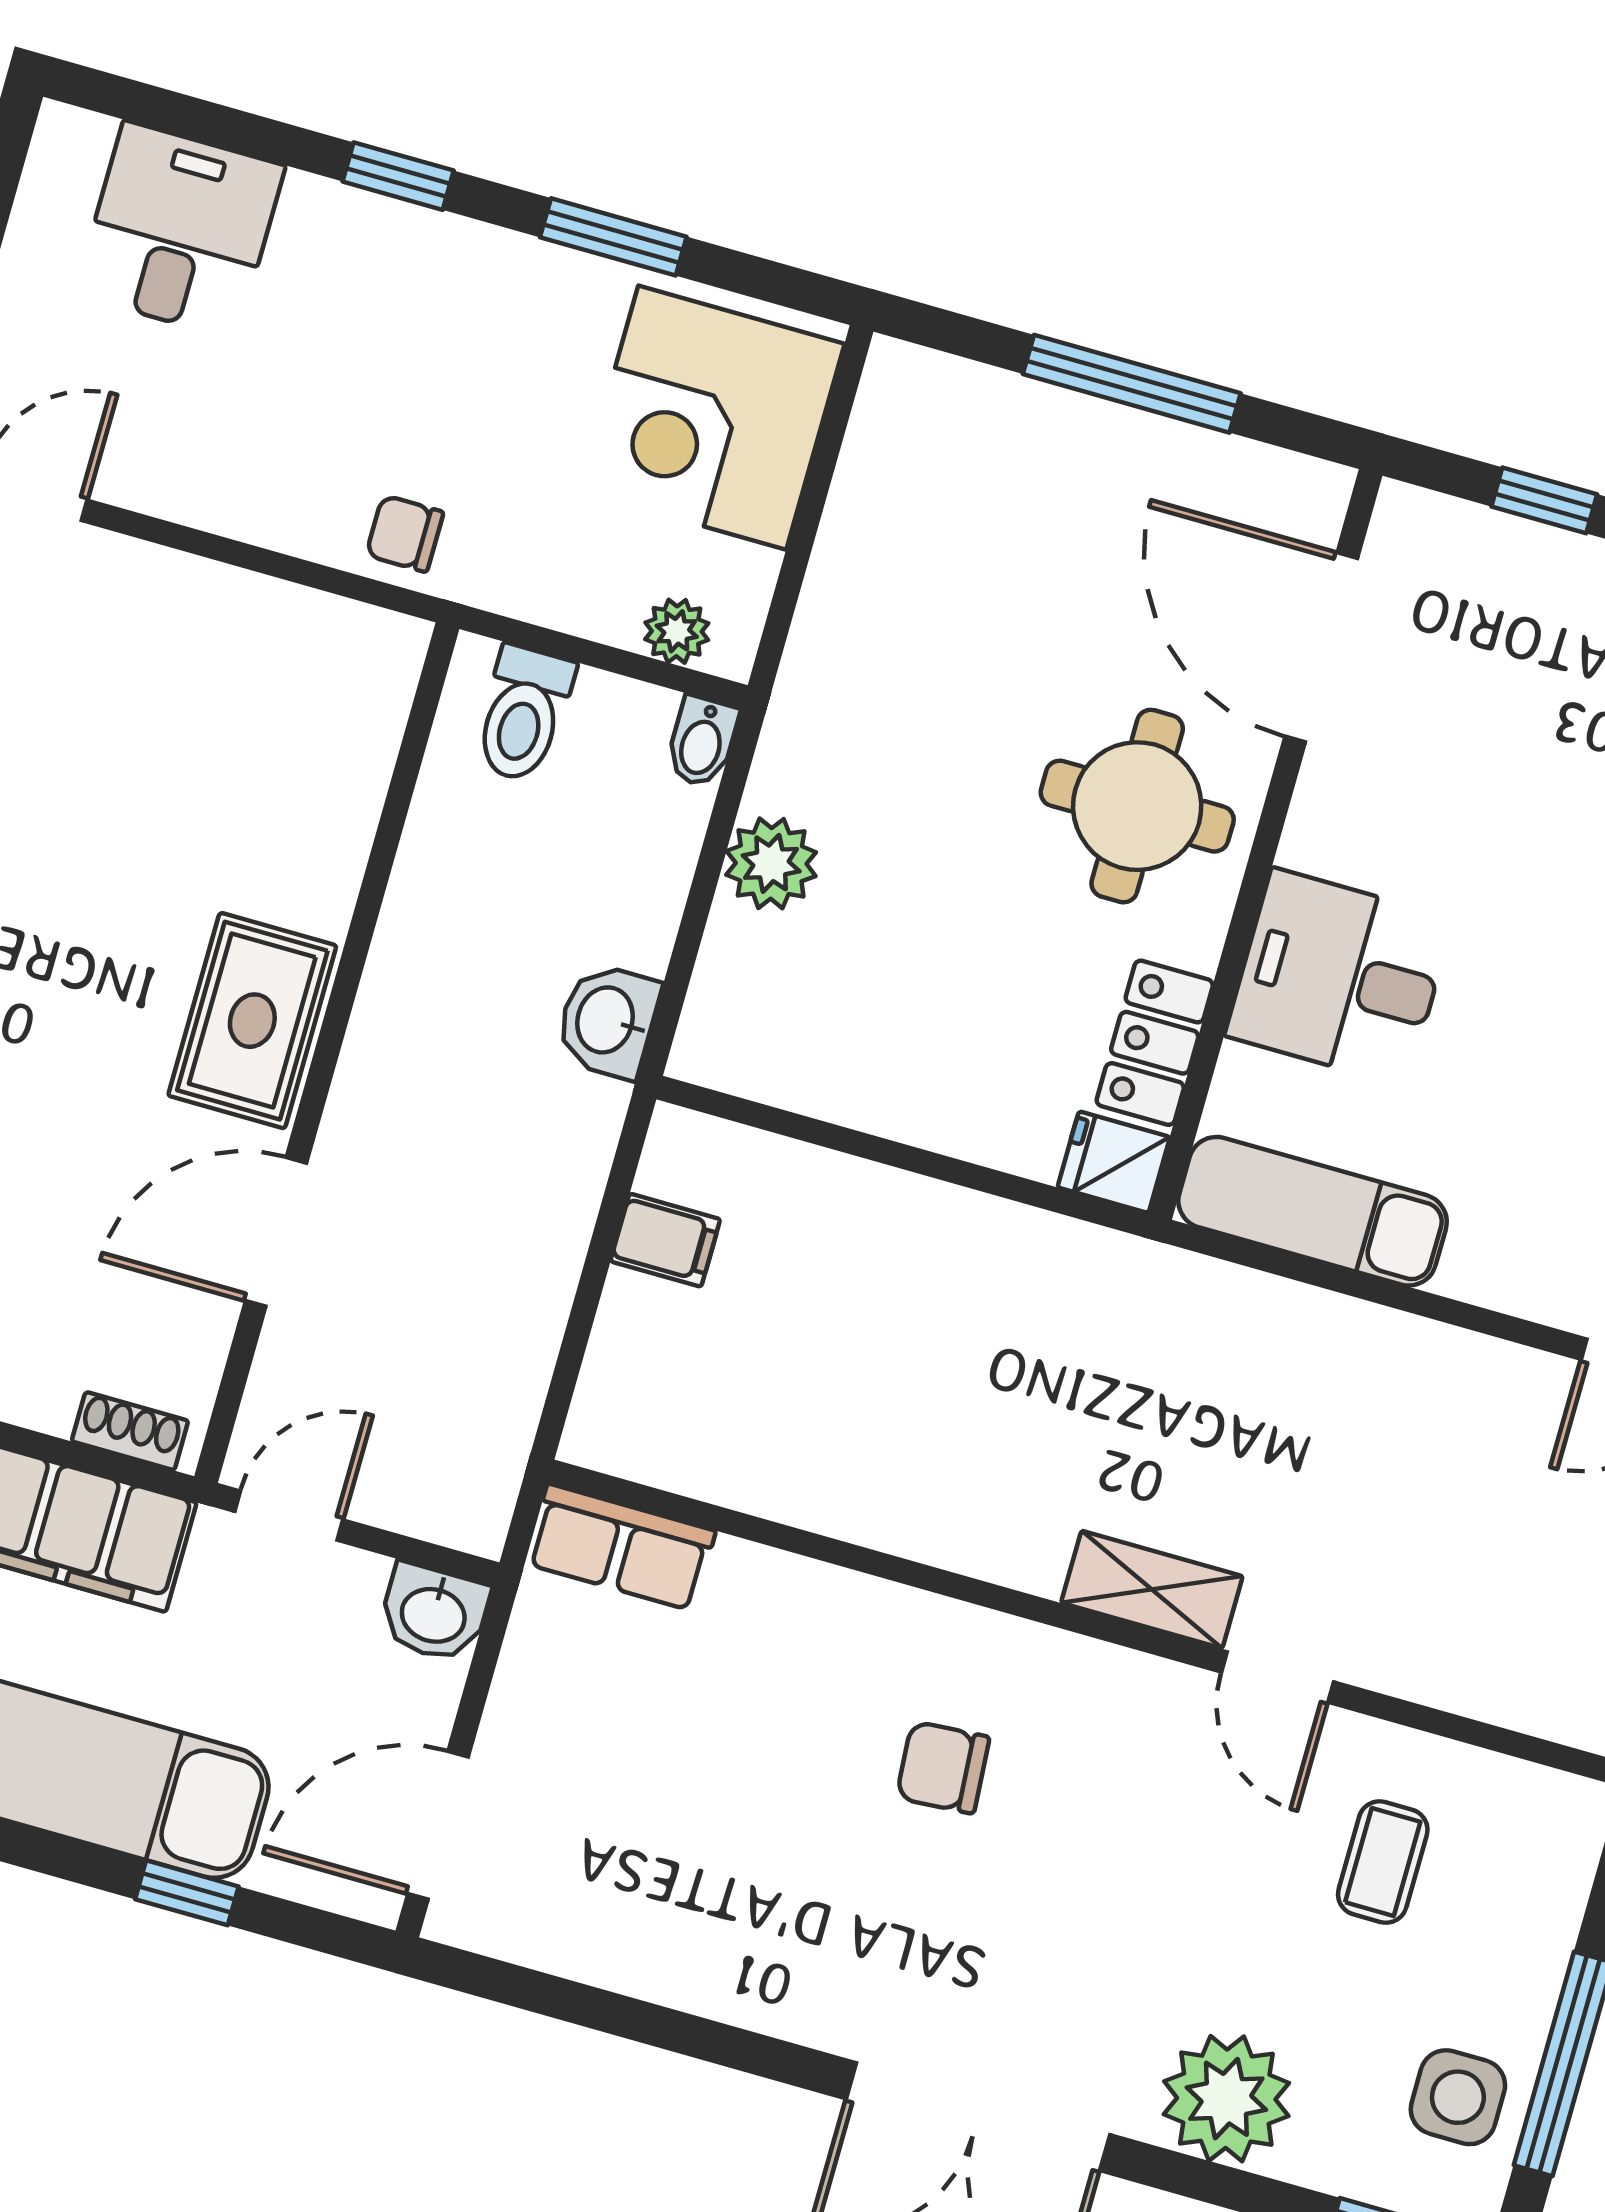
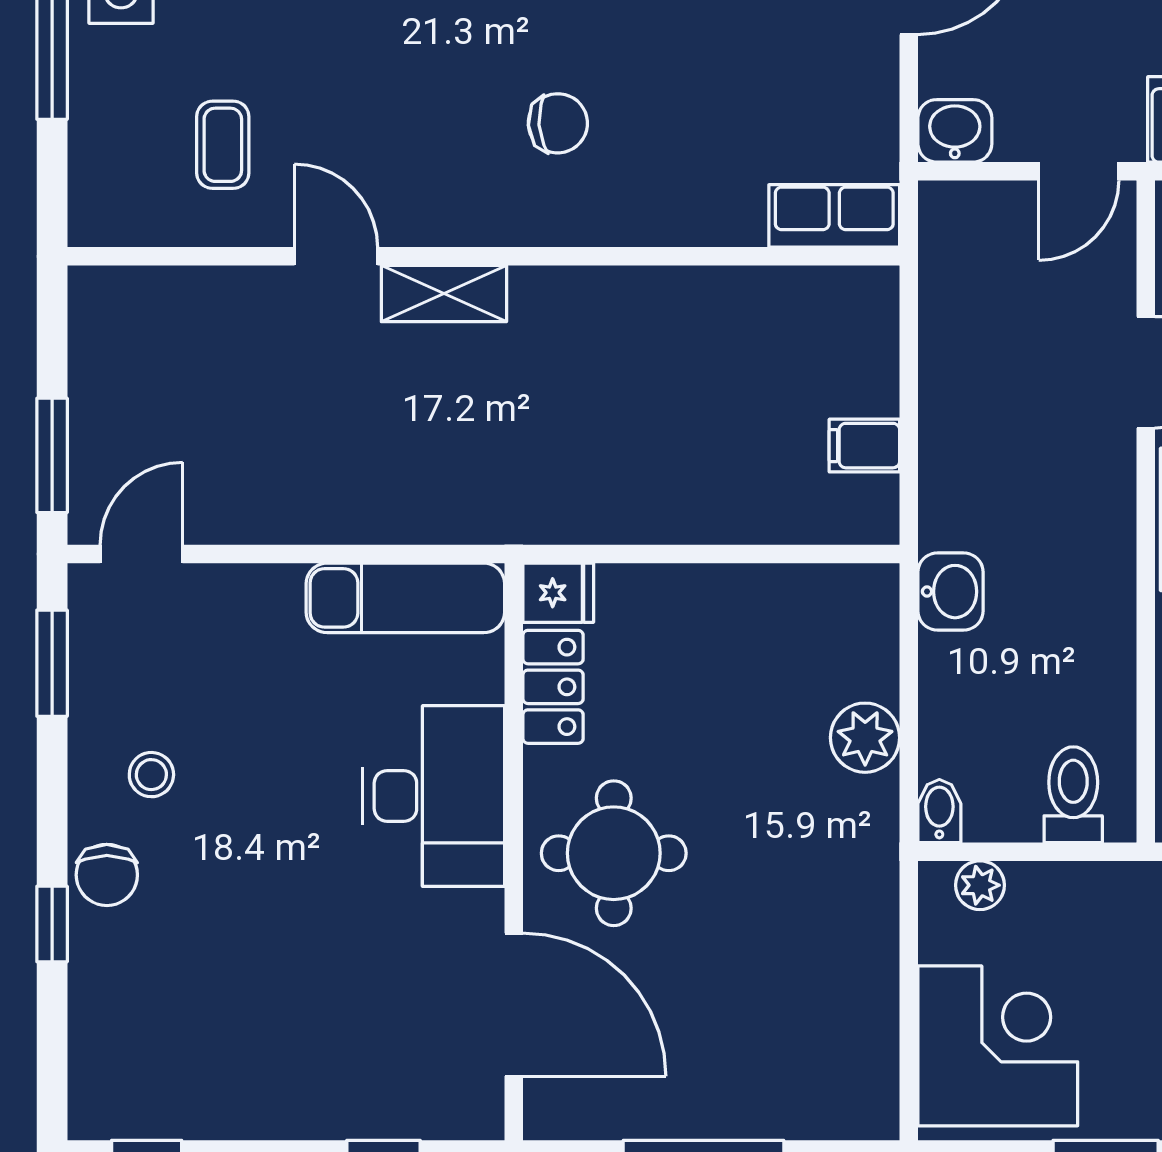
desk: (1339, 977) -> (434, 796), width x1.37

